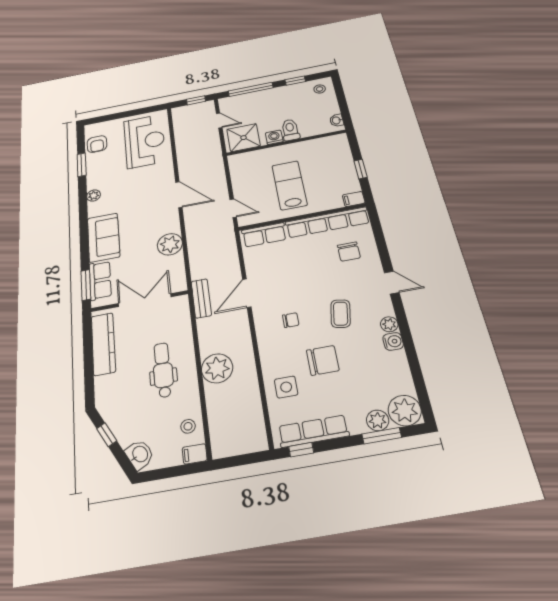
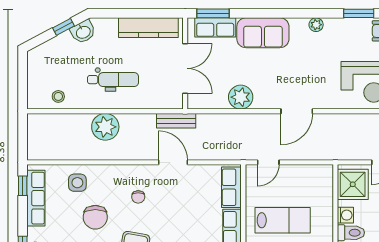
washbasin: (140, 454) -> (83, 32), moved
filing cabinet: (195, 454) -> (34, 100), removed

